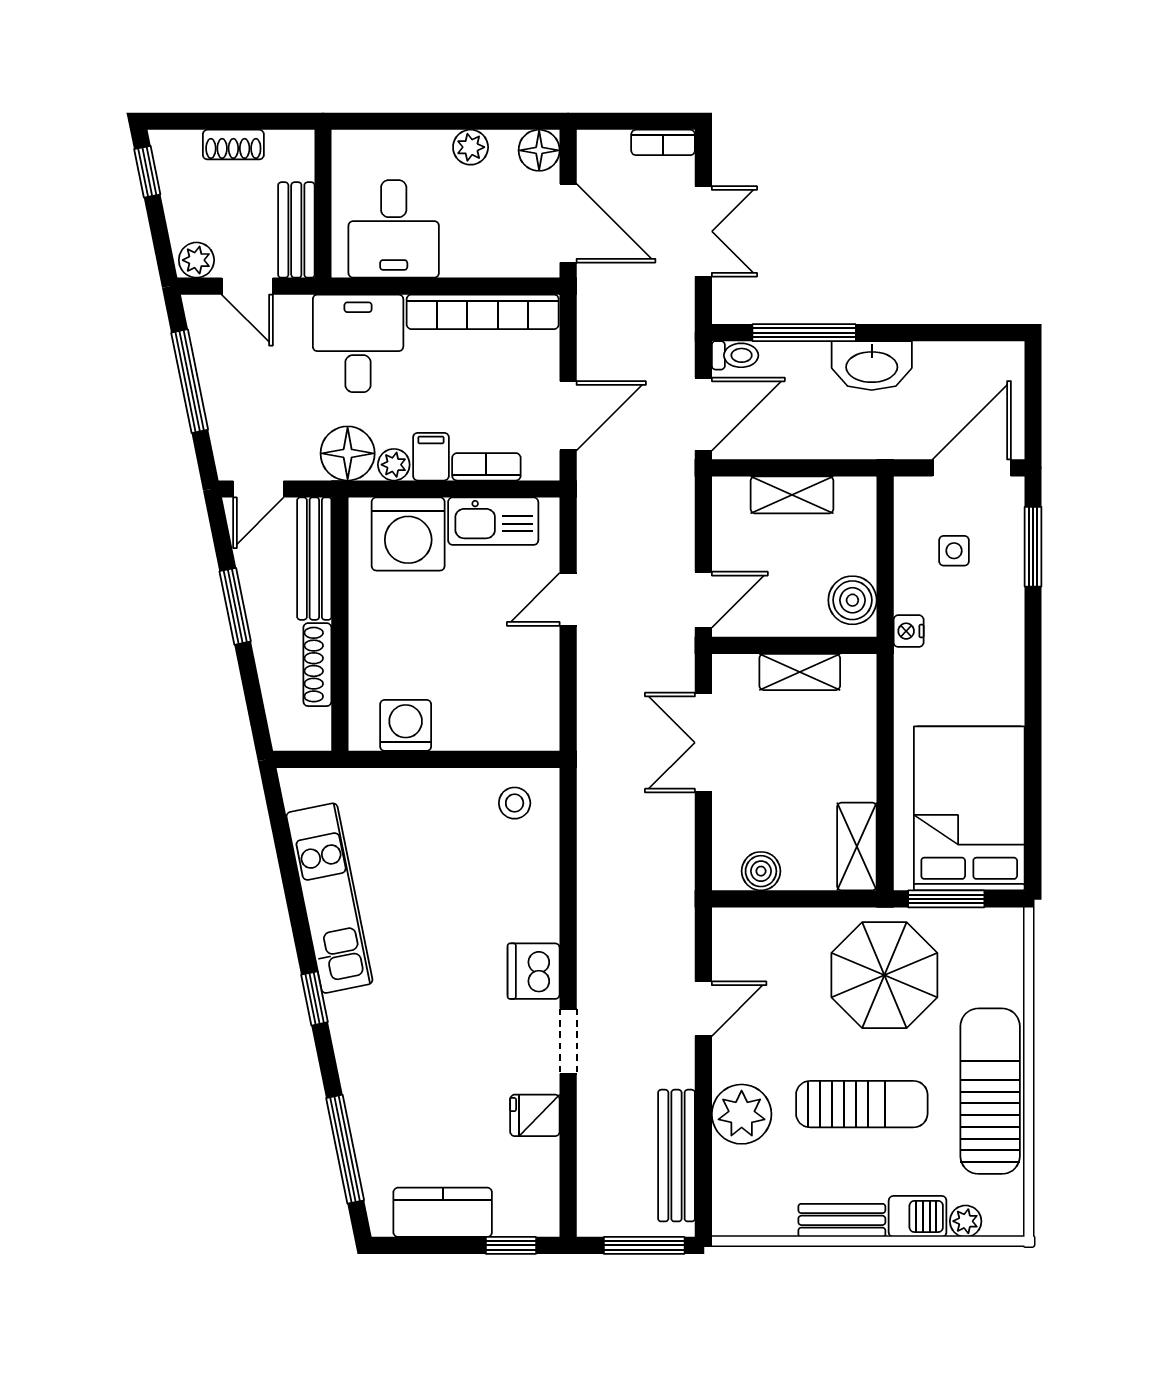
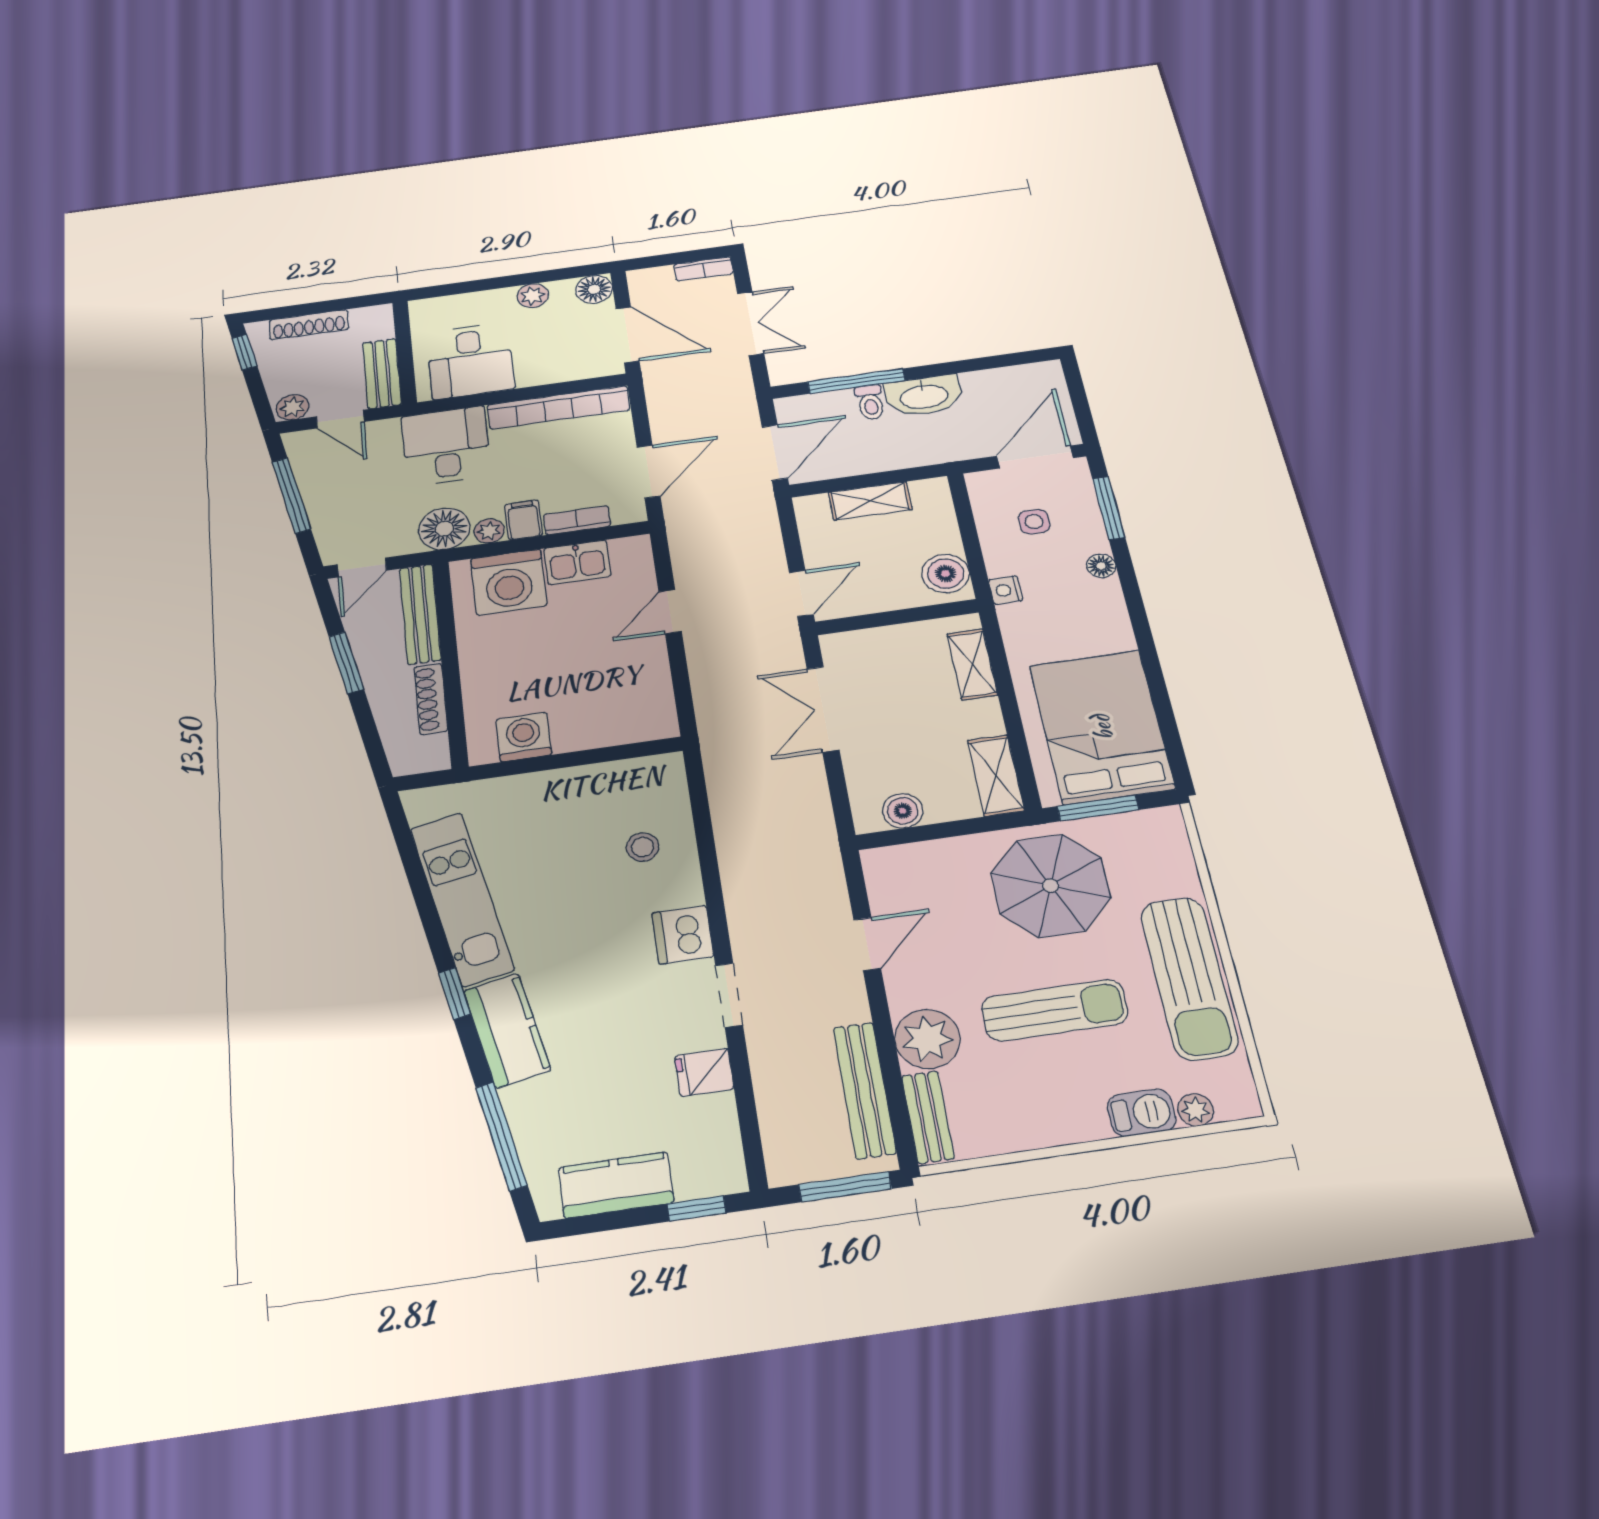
shoe rack: (233, 145) -> (309, 325), width x1.43
toilet: (735, 355) -> (870, 402), moved, turned 90
kitchen sink: (493, 521) -> (577, 562), width x0.73
floor lamp: (1010, 618) -> (1101, 566), added
shelving: (800, 672) -> (972, 664), moved, turned 90
stool: (515, 803) -> (643, 847), moved
kitchen counter: (360, 1044) -> (507, 1030), added
sun lounger: (990, 1091) -> (1189, 978), turned 180
bench: (842, 1220) -> (928, 1117), moved, turned 90

